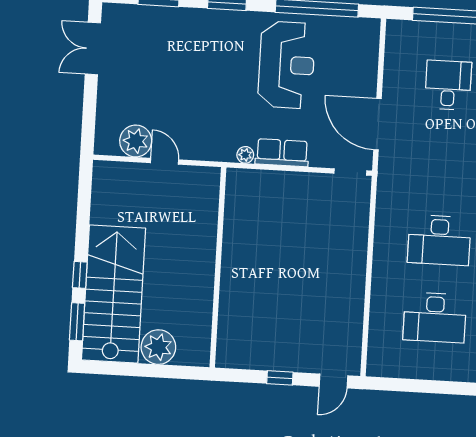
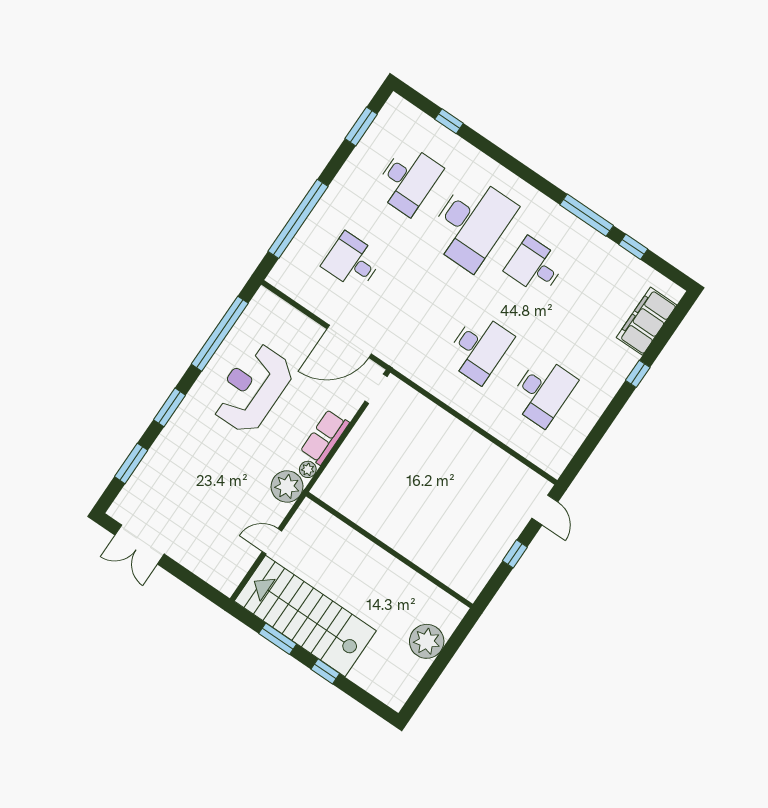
reception desk: (287, 65) -> (252, 388), turned -90
plant: (136, 141) -> (287, 487), moved
stairs: (114, 294) -> (305, 616), moved
window: (77, 322) -> (278, 639), moved

